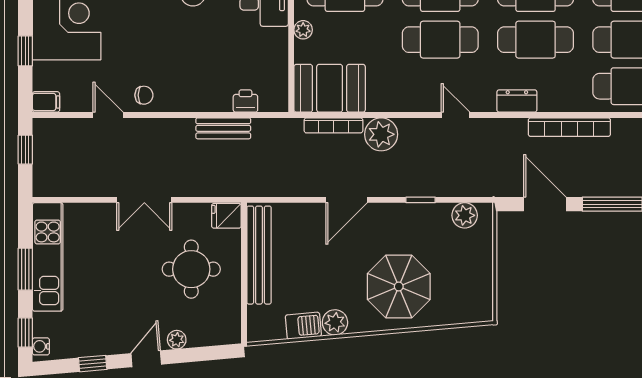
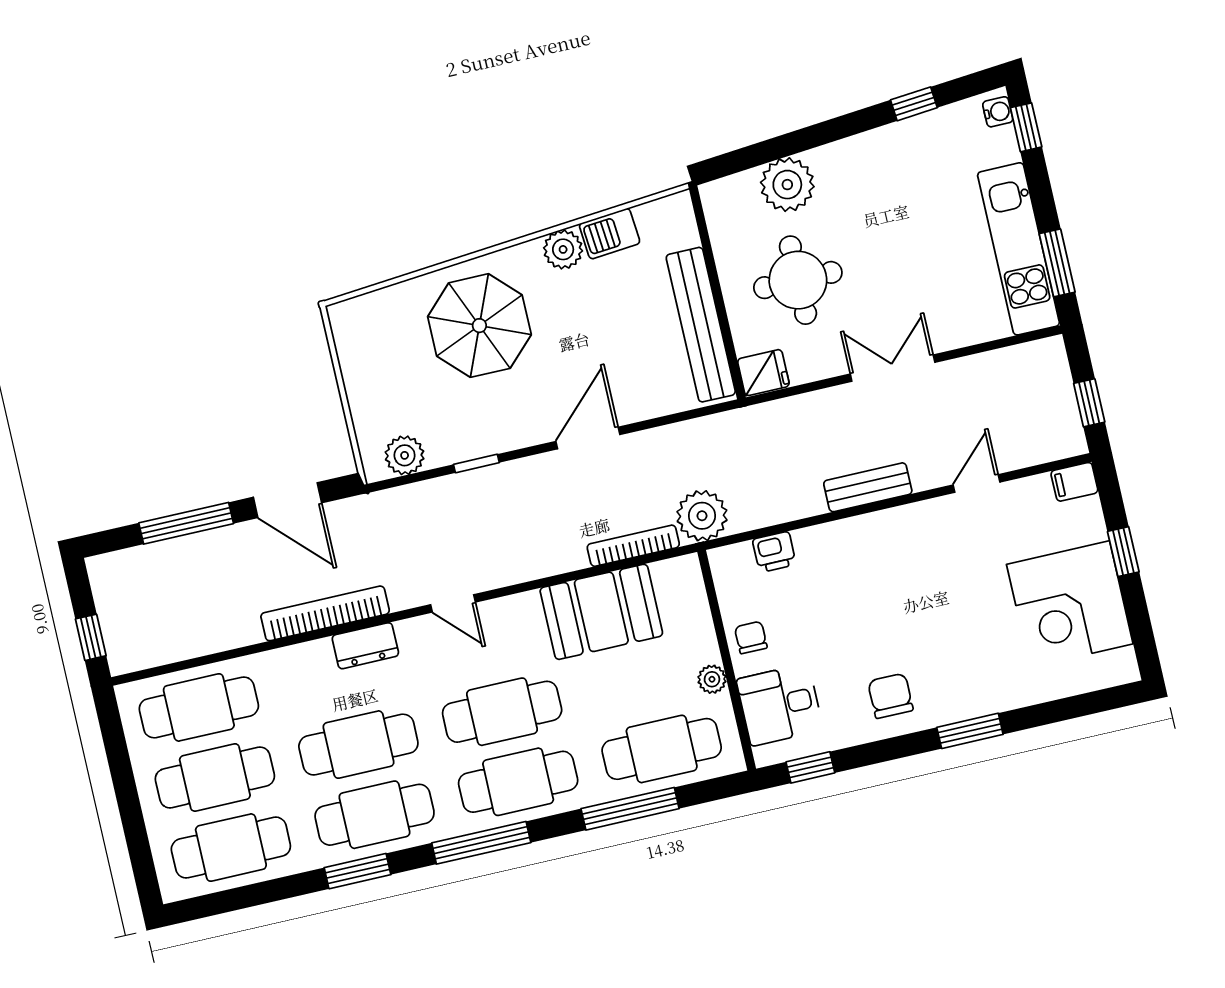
booth: (330, 88) -> (601, 612), moved
chair: (144, 95) -> (751, 637), moved, turned 90
door: (108, 115) -> (976, 483), swing flipped
bookcase: (569, 127) -> (325, 613), moved
bench: (223, 128) -> (868, 487), moved
plant: (381, 134) -> (702, 516), moved
window: (25, 269) -> (1057, 263), moved
plant: (177, 340) -> (787, 185), width x1.88, depth x1.88
door: (146, 359) -> (835, 129), removed

